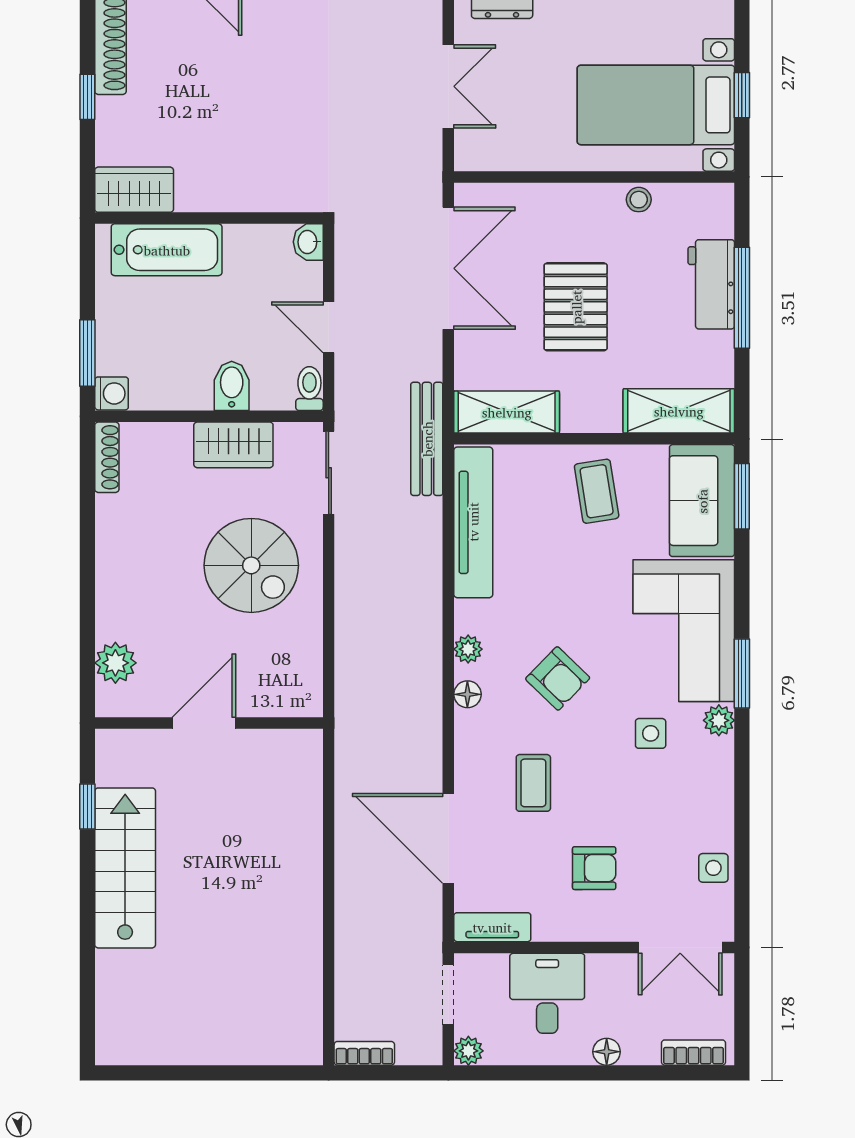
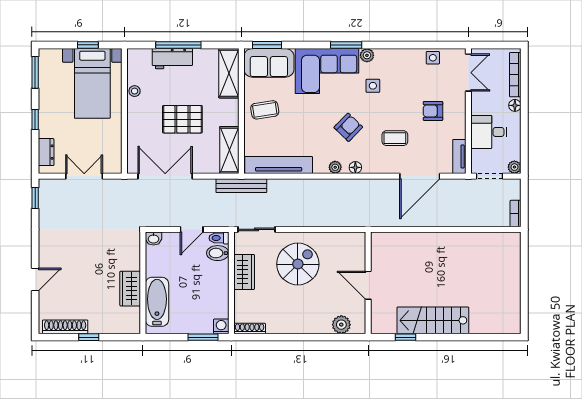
wardrobe: (134, 190) -> (130, 289), moved
bidet: (232, 386) -> (218, 253), moved
armchair: (594, 868) -> (433, 111), turned -90
bookcase: (693, 1053) -> (515, 75), width x1.56

